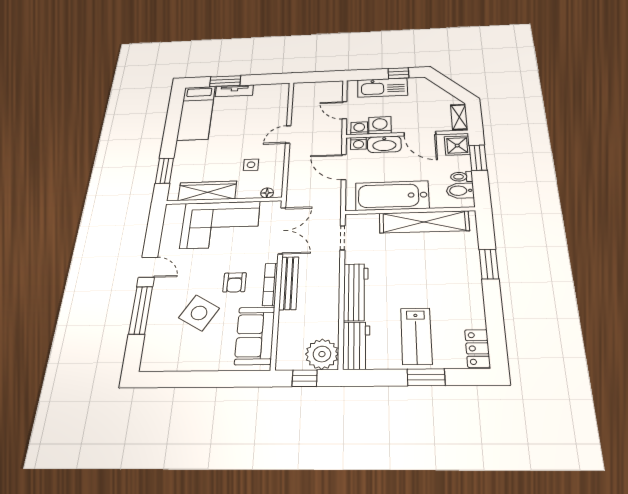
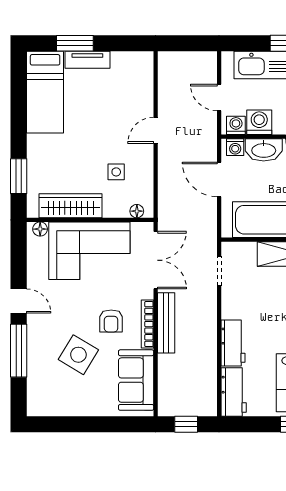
floor lamp: (177, 209) -> (40, 229), added
workbench: (356, 292) -> (233, 343), width x0.73
plant: (322, 354) -> (201, 400), removed

